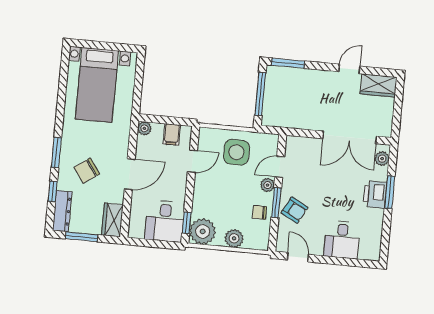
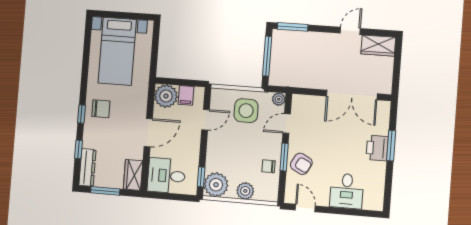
plant: (144, 128) -> (166, 96), width x1.88, depth x1.88
window: (56, 153) -> (81, 114), width x0.67
plant: (382, 159) -> (383, 114), removed
chair: (87, 171) -> (101, 109), moved, turned -145
plant: (268, 185) -> (279, 99), moved
desk: (165, 221) -> (166, 176), moved, turned 90

